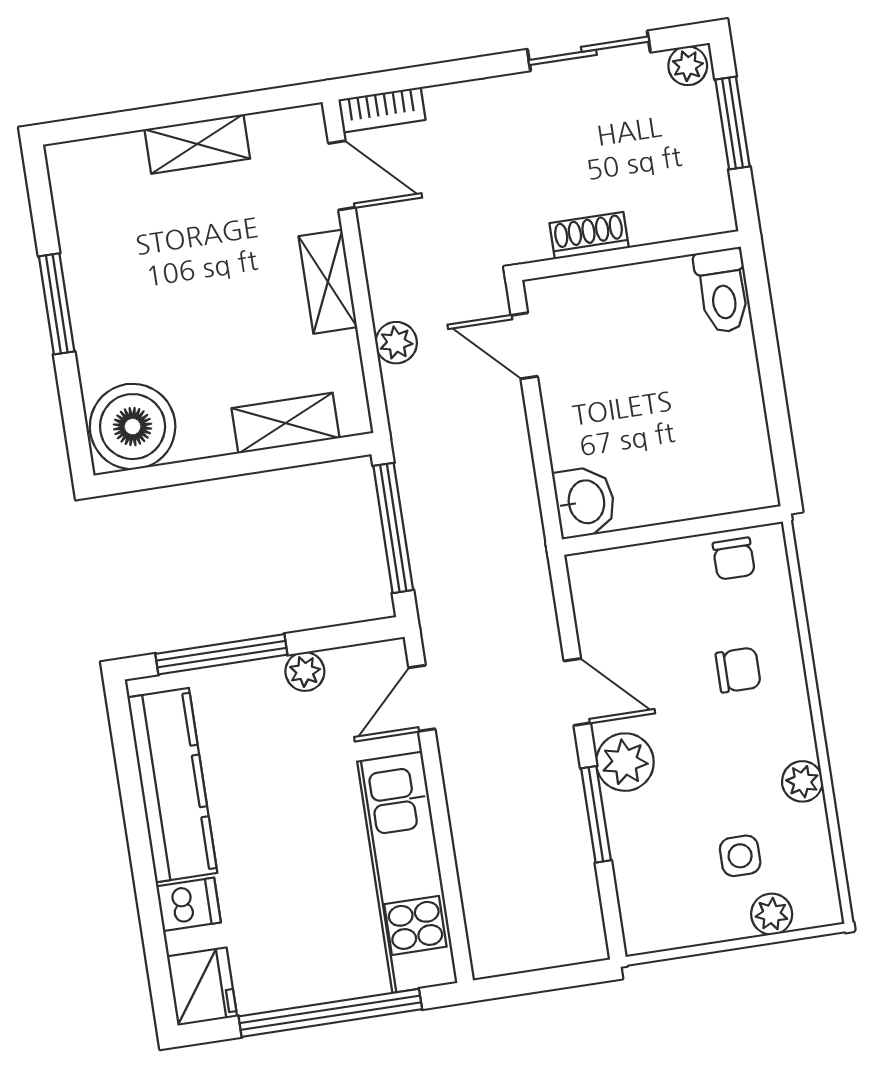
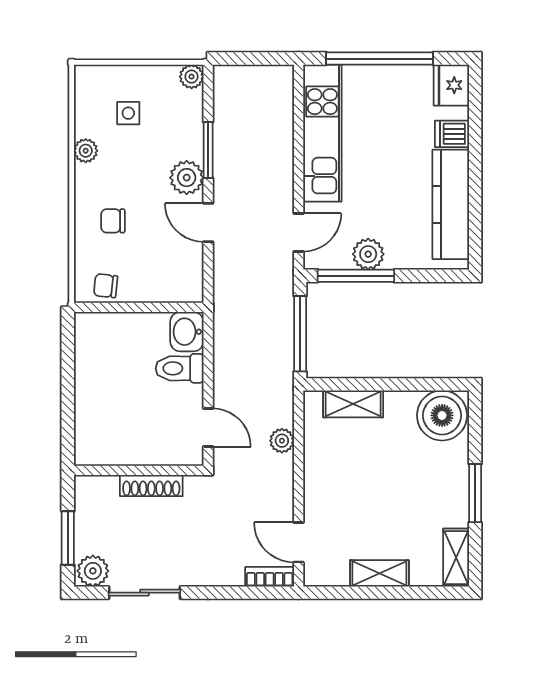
plant: (688, 66) -> (93, 571), width x1.38, depth x1.38
shoe rack: (589, 236) -> (151, 486), width x1.43
shelving: (328, 282) -> (456, 558), moved
toilet: (723, 291) -> (180, 368), moved, turned -90
chair: (734, 559) -> (106, 286), turned -84
window: (221, 654) -> (356, 276), moved
plant: (305, 672) -> (368, 254), width x1.38, depth x1.38
plant: (772, 914) -> (192, 77), moved

